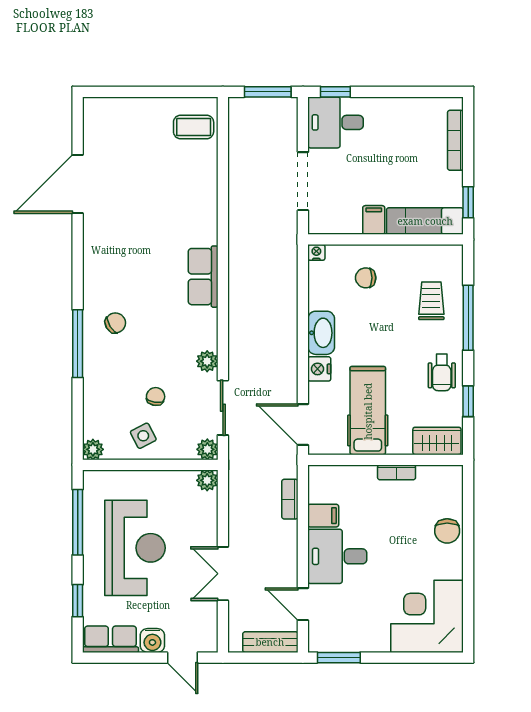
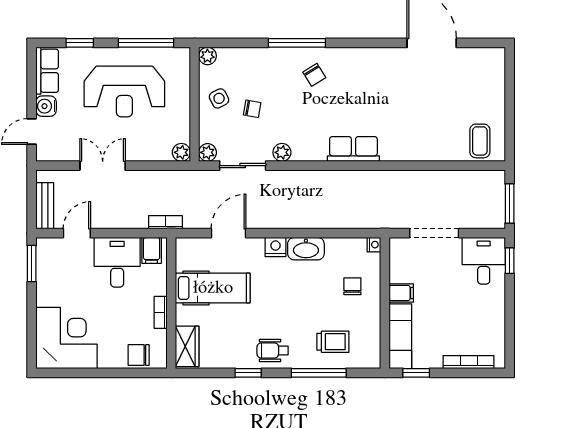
hospital bed: (368, 411) -> (213, 288), moved
wardrobe: (437, 441) -> (187, 346), moved
wall: (386, 460) -> (171, 303), moved
bookcase: (397, 472) -> (161, 312), moved

